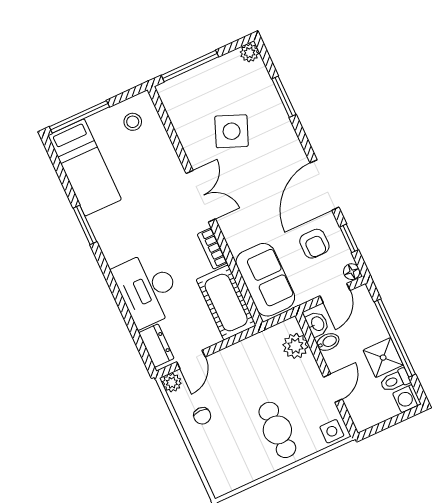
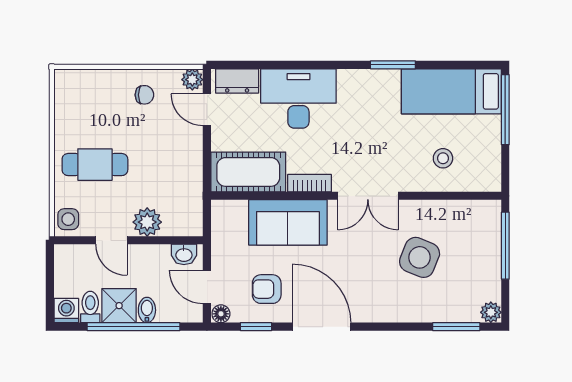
window: (284, 97) -> (456, 327), moved
stool: (133, 122) -> (443, 158), moved
sofa: (265, 280) -> (288, 222), moved
bidet: (328, 342) -> (147, 310), moved, turned 180
plant: (295, 346) -> (147, 222), moved
chair: (202, 416) -> (144, 95), turned 180

